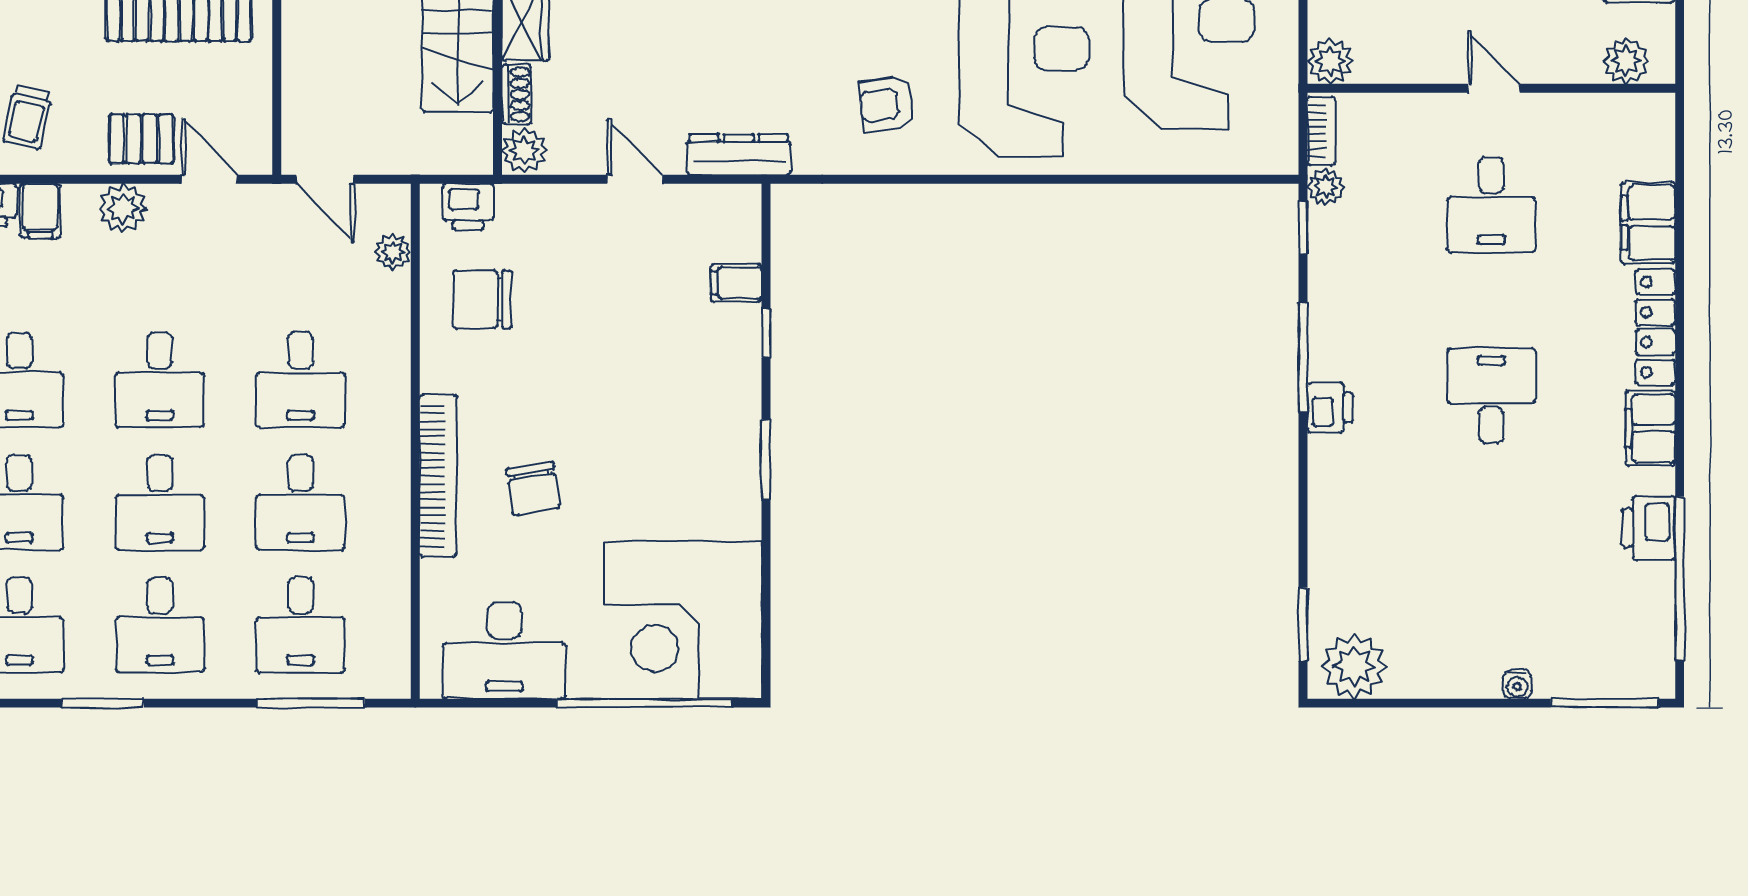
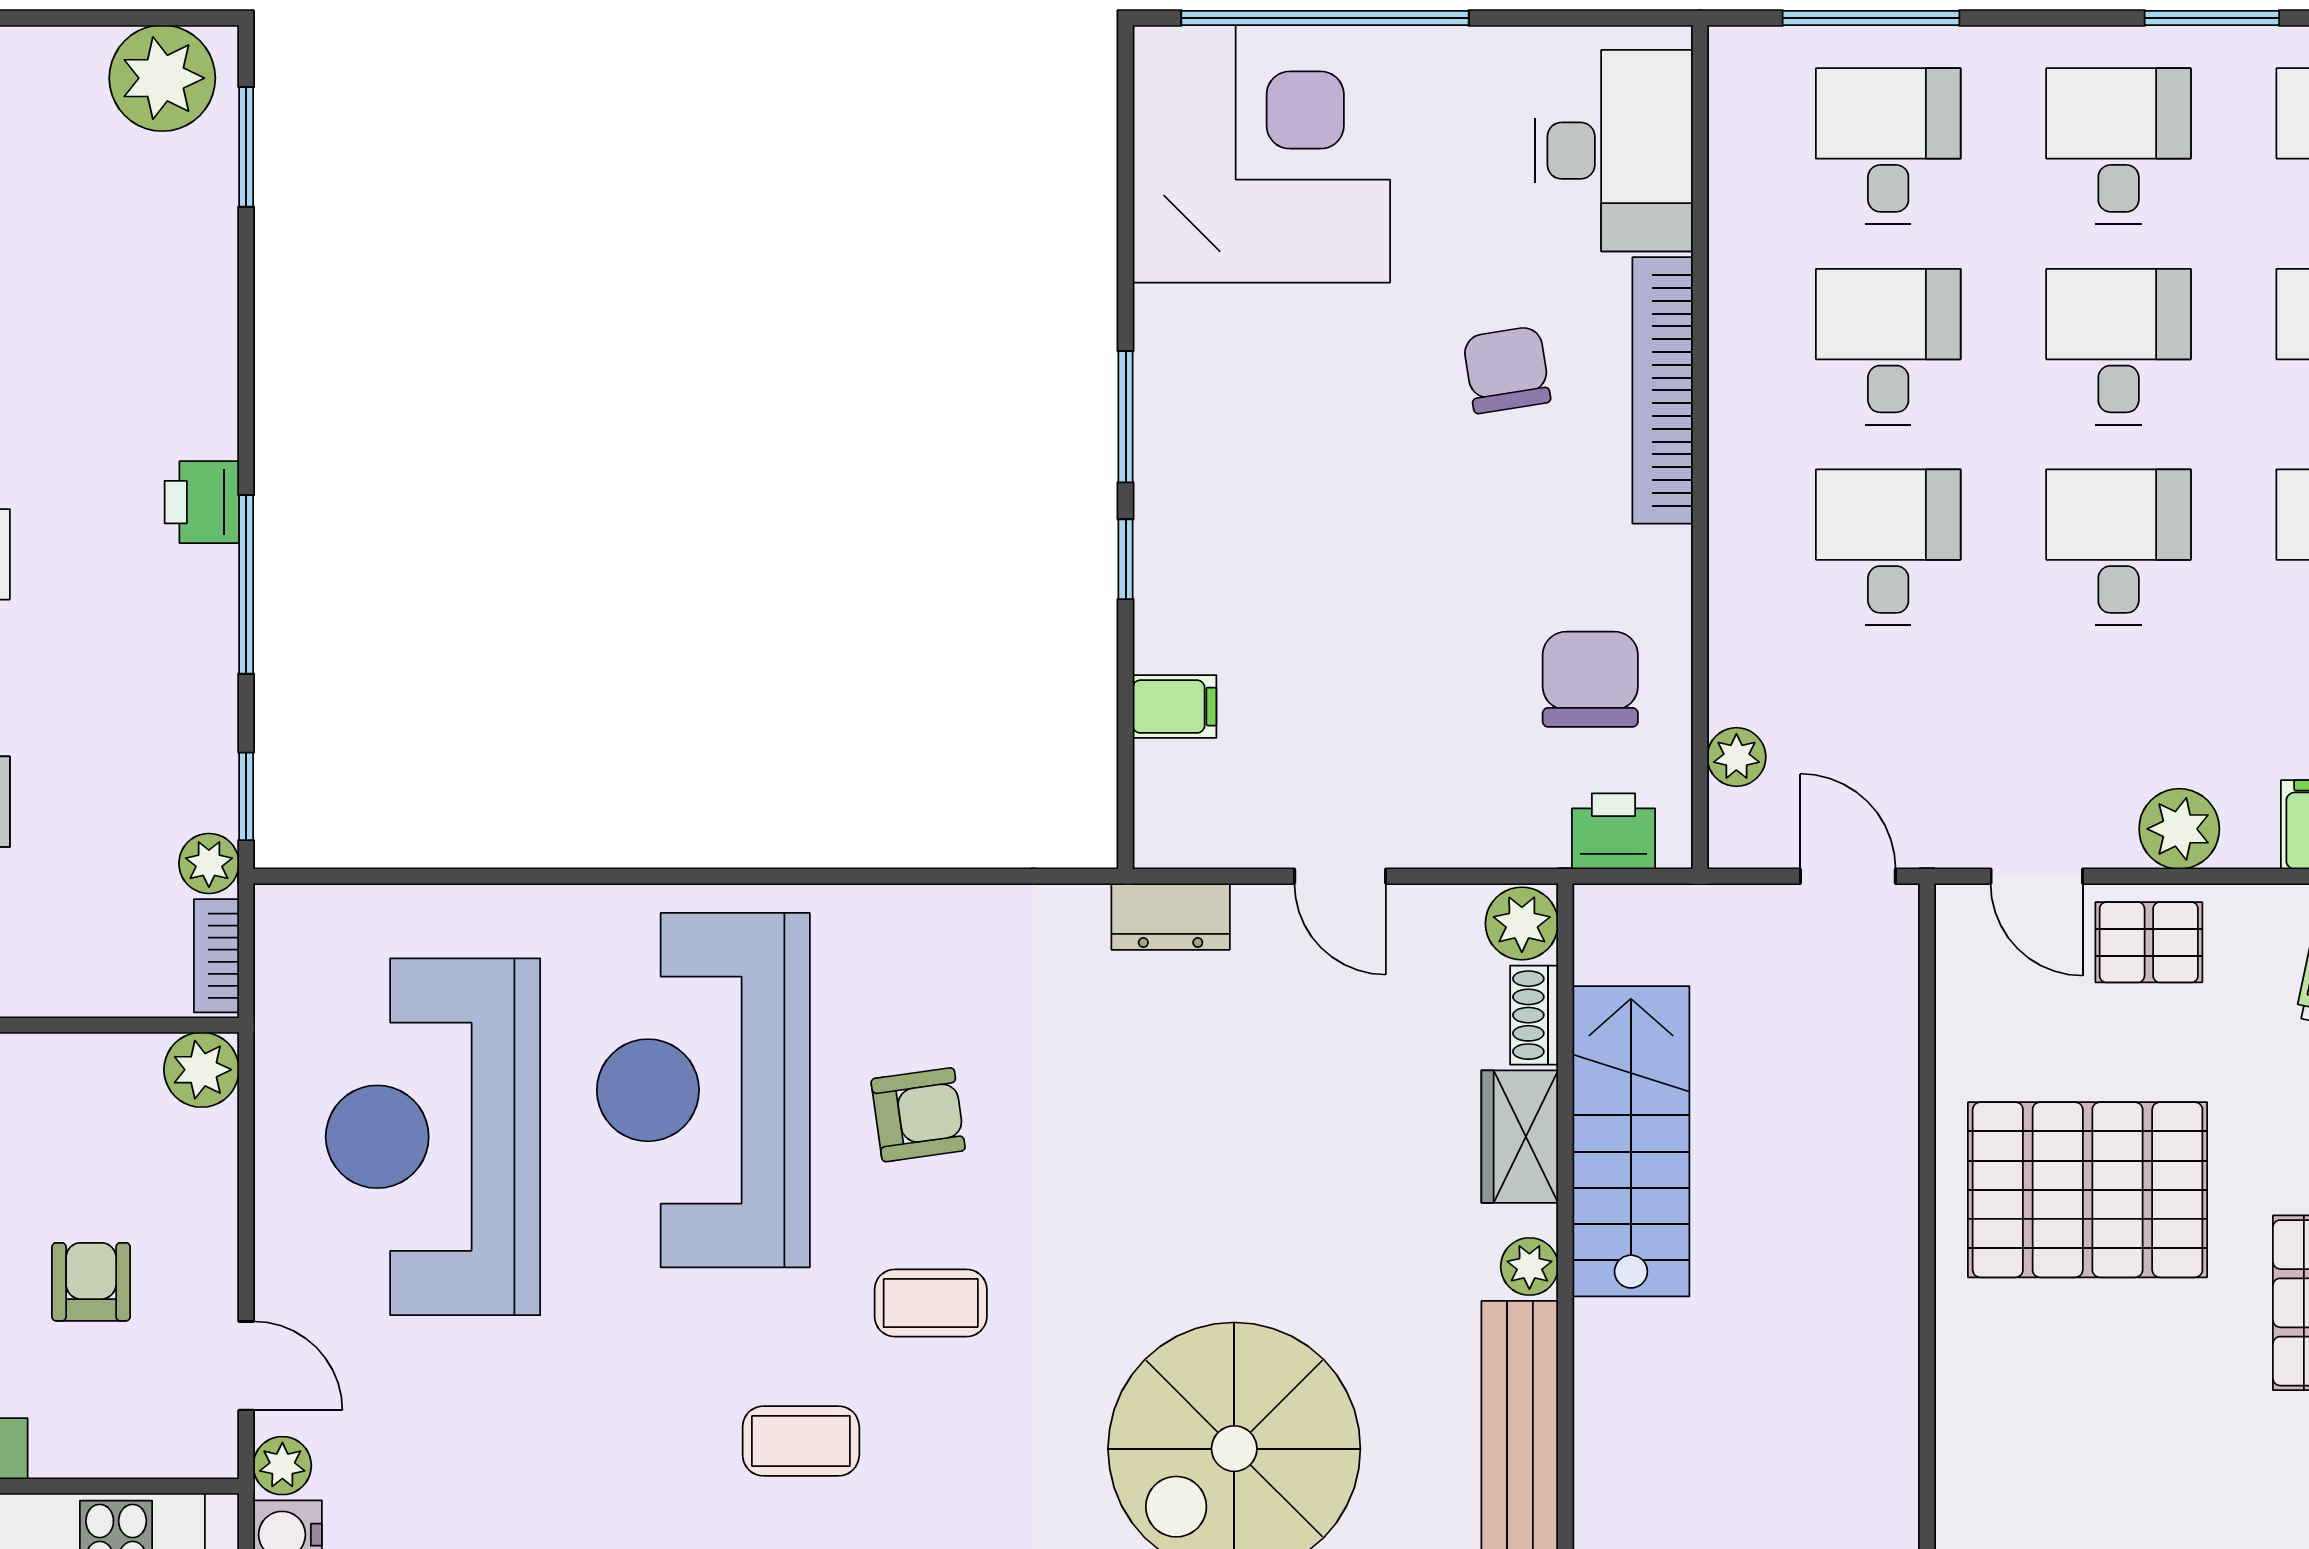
armchair: (886, 104) -> (918, 1115), moved
dresser: (739, 155) -> (1171, 917), width x0.70
chair: (482, 299) -> (1590, 679), turned -90
window: (766, 333) -> (1126, 559), moved
desk: (504, 650) -> (1614, 151), moved, turned 90

